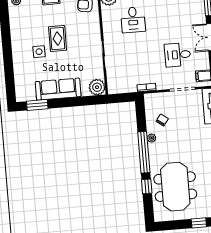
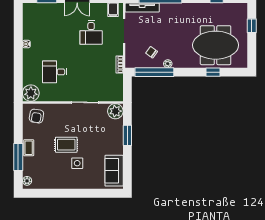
desk: (133, 20) -> (55, 72), turned 180
sofa: (58, 89) -> (114, 171), moved, width x0.73
window: (37, 105) -> (127, 135), moved
window: (144, 152) -> (154, 72), moved

